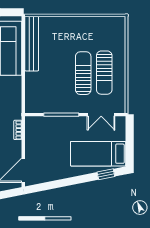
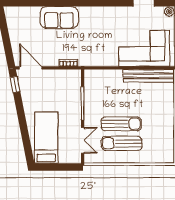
double door: (101, 115) -> (83, 140), swing flipped
window: (106, 174) -> (15, 85), moved

